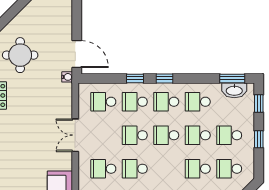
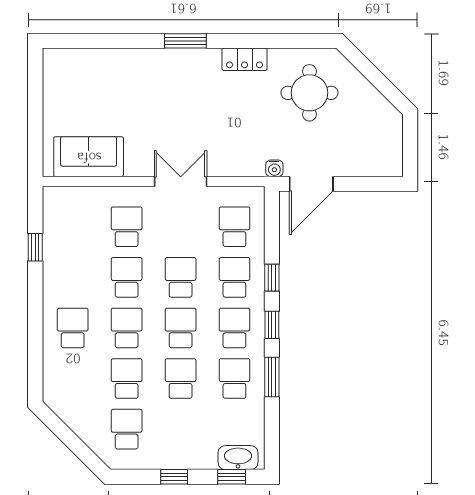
window: (232, 78) -> (272, 377), moved
washbasin: (234, 90) -> (238, 458), moved, turned 90
school desk: (229, 135) -> (127, 328), moved

